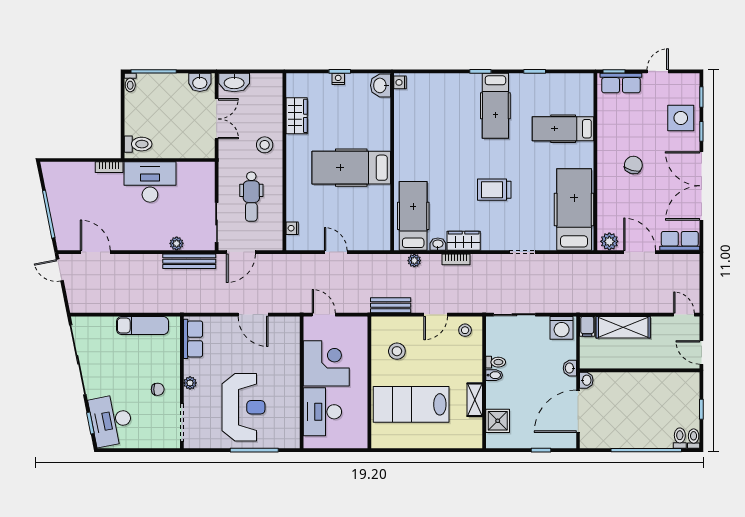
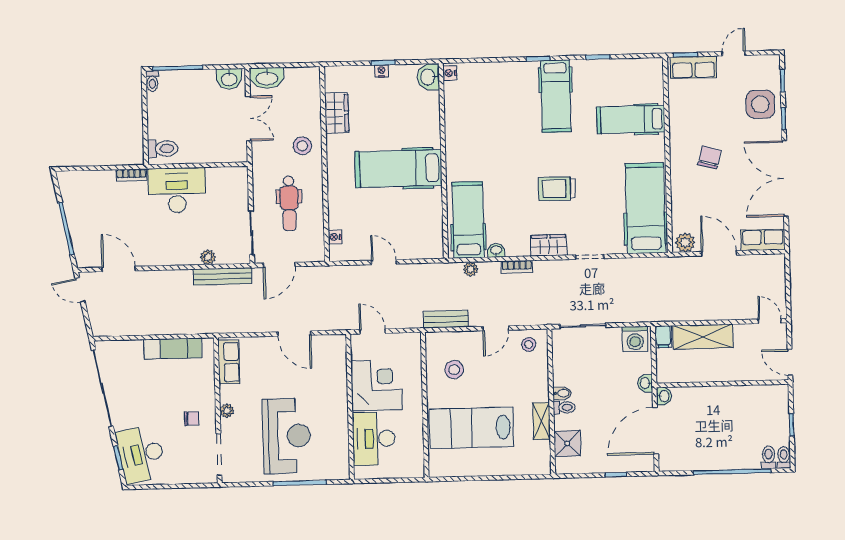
wardrobe: (464, 241) -> (549, 245), moved
toilet: (496, 362) -> (564, 407), moved

